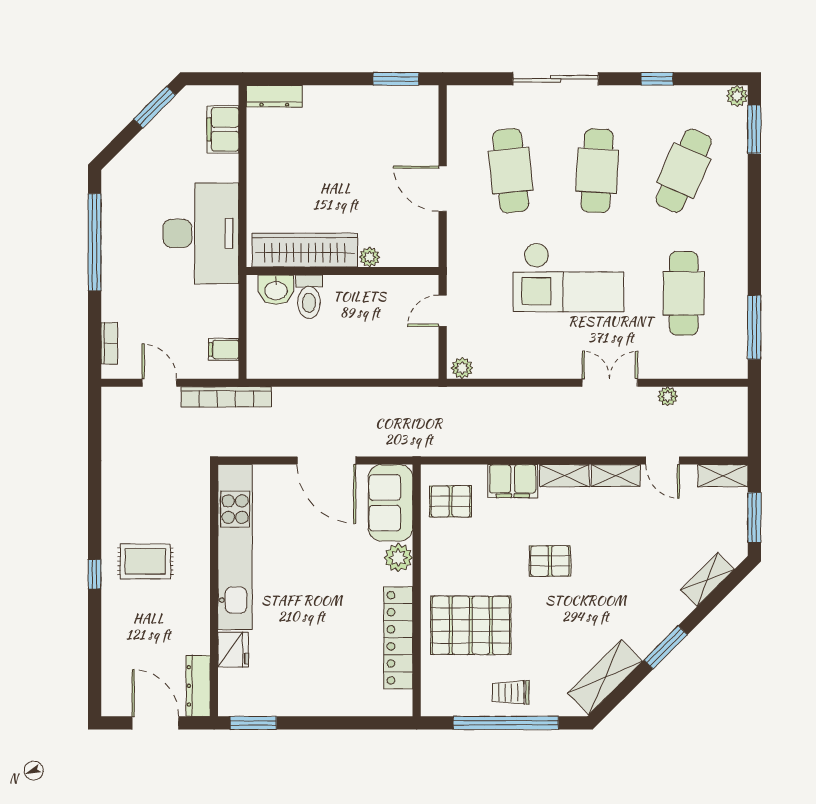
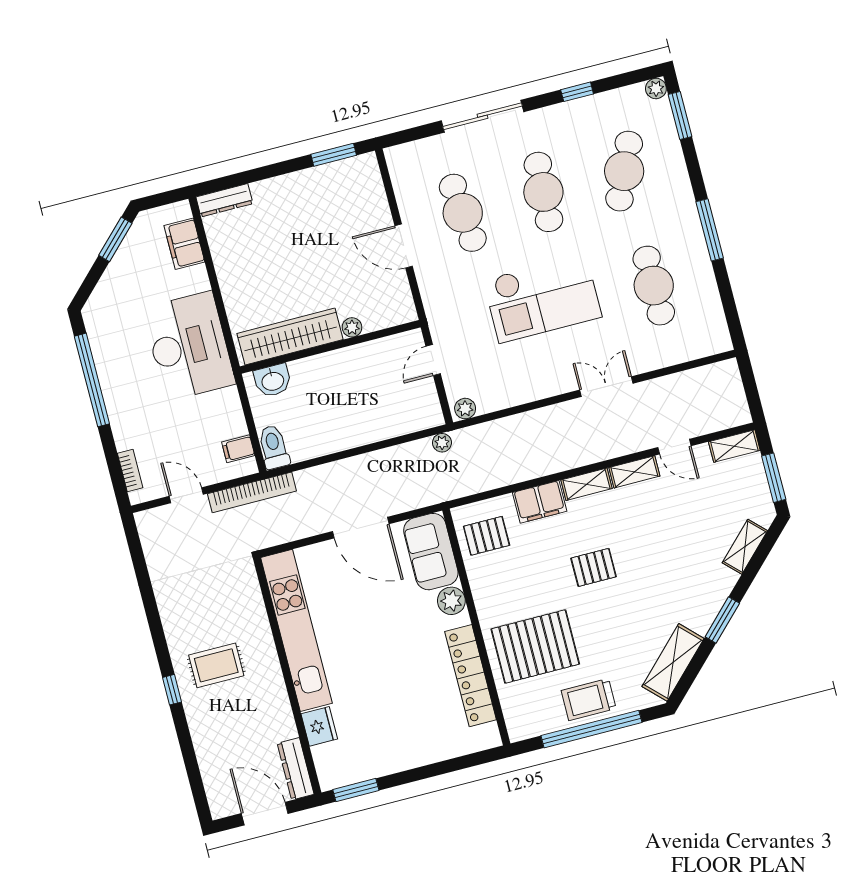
toilet: (309, 297) -> (274, 447), moved, turned 180
window: (754, 327) -> (710, 230), moved
plant: (668, 396) -> (442, 443), moved
trolley: (511, 692) -> (589, 700), width x1.36, depth x1.39

